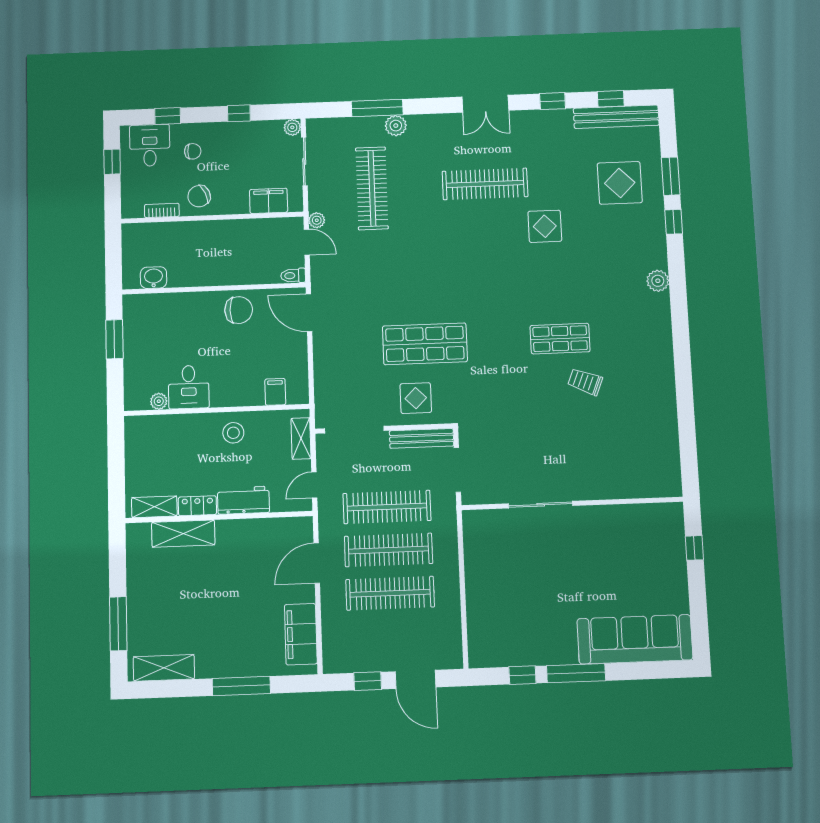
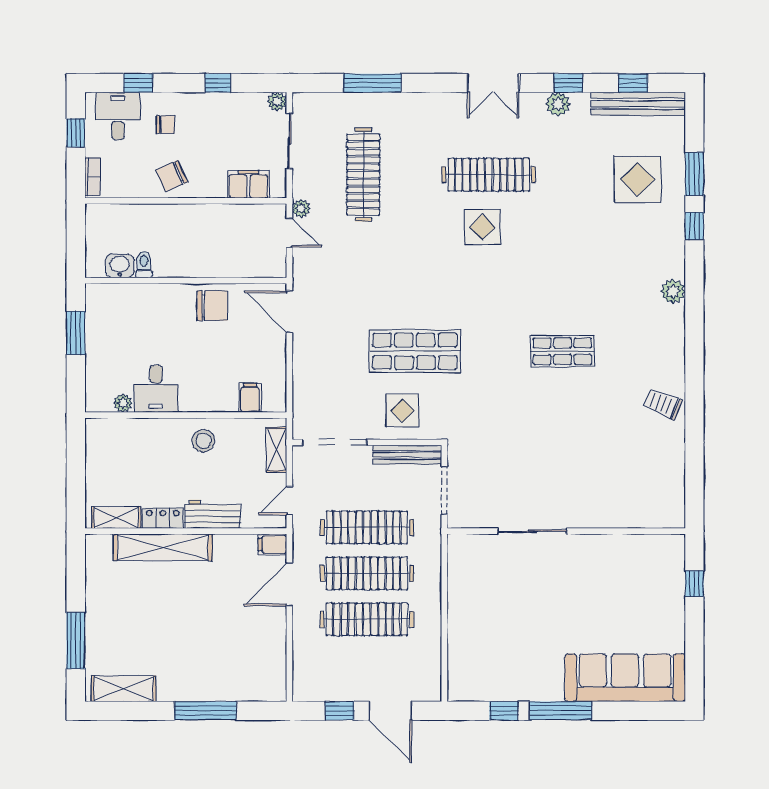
plant: (396, 126) -> (558, 104), moved
bookcase: (162, 210) -> (92, 177), moved, turned 90
display table: (545, 226) -> (482, 227), moved
toilet: (293, 276) -> (144, 265), moved, turned 90
trolley: (585, 382) -> (663, 404), moved
shelving: (183, 534) -> (163, 547), width x1.47
filing cabinet: (301, 634) -> (273, 545), moved, width x0.33, depth x0.86

